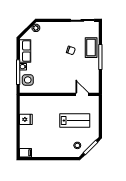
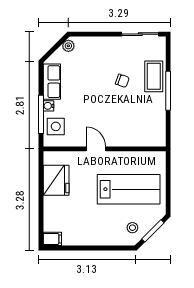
door: (82, 94) -> (96, 149), moved
fridge: (26, 119) -> (56, 180), width x1.88, depth x1.34
lab bench: (75, 121) -> (129, 189), width x1.36, depth x1.39

